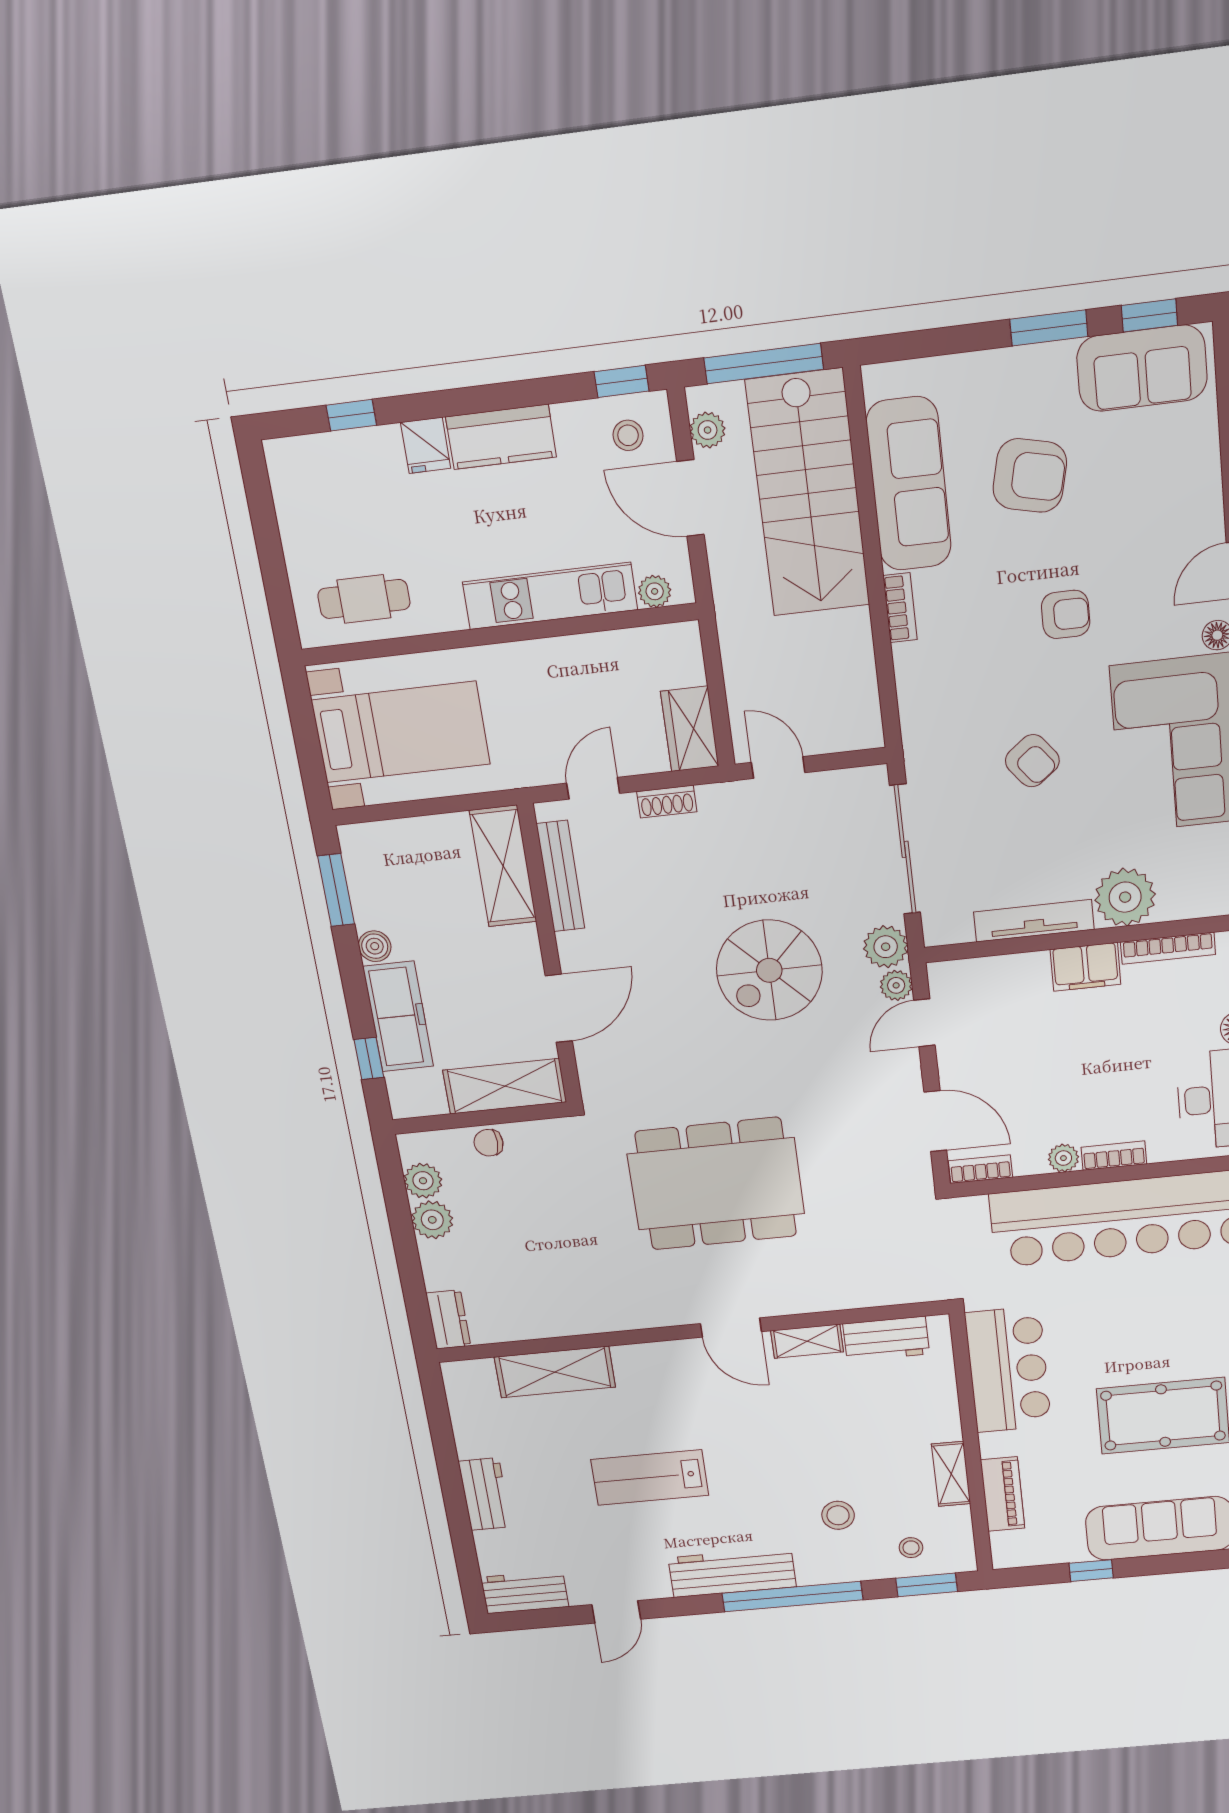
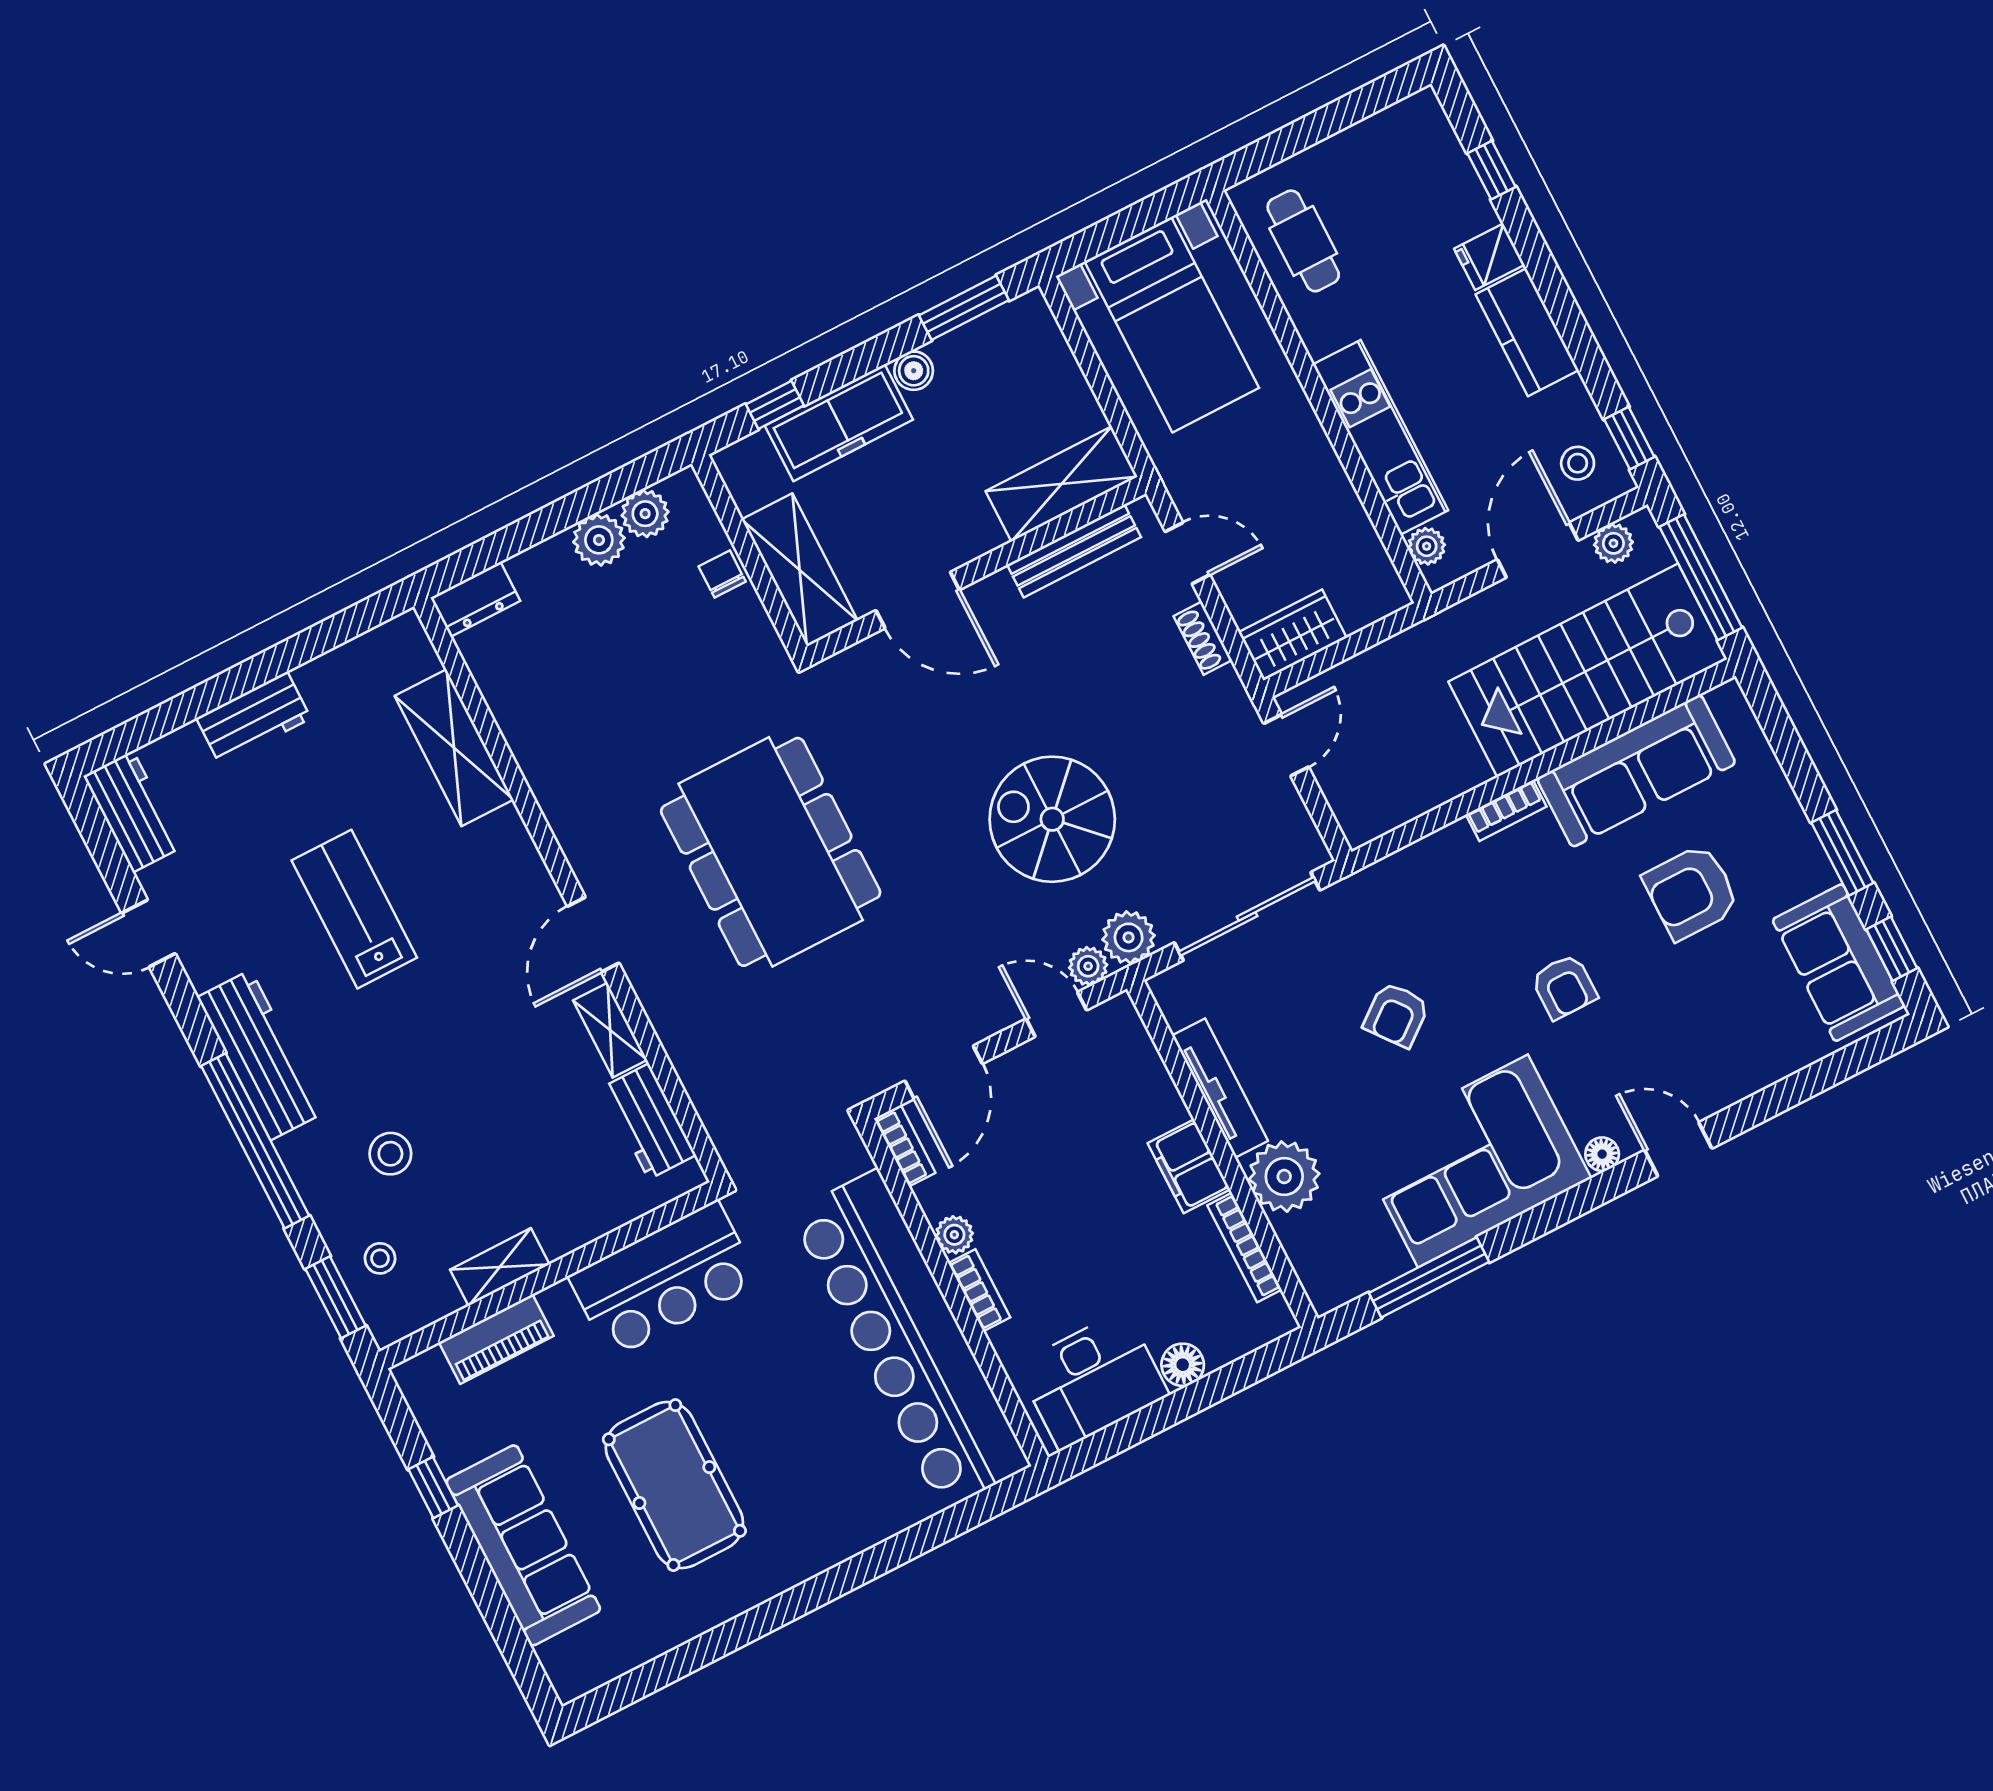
armchair: (1030, 476) -> (1691, 892), turned 77

